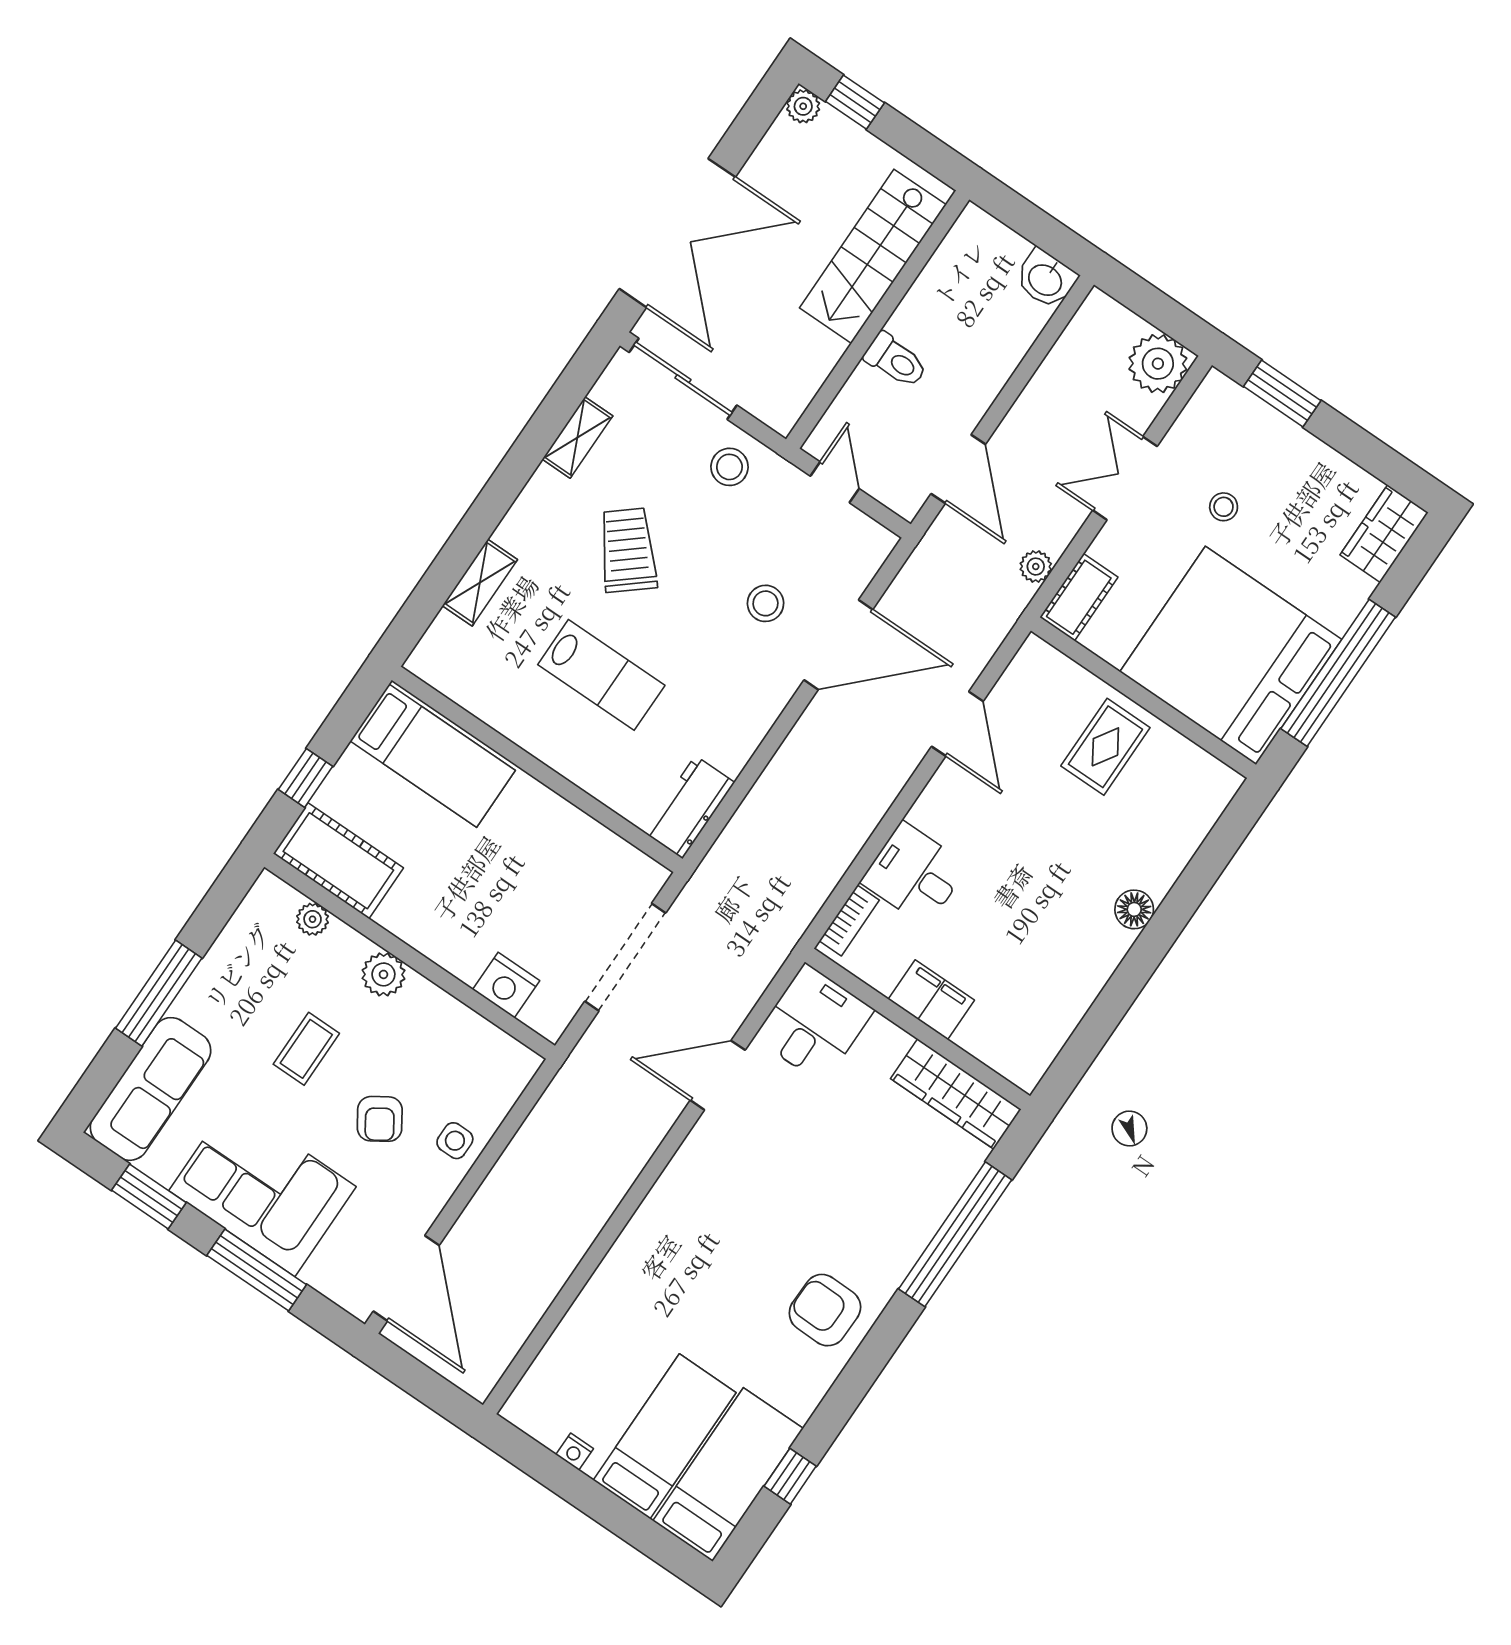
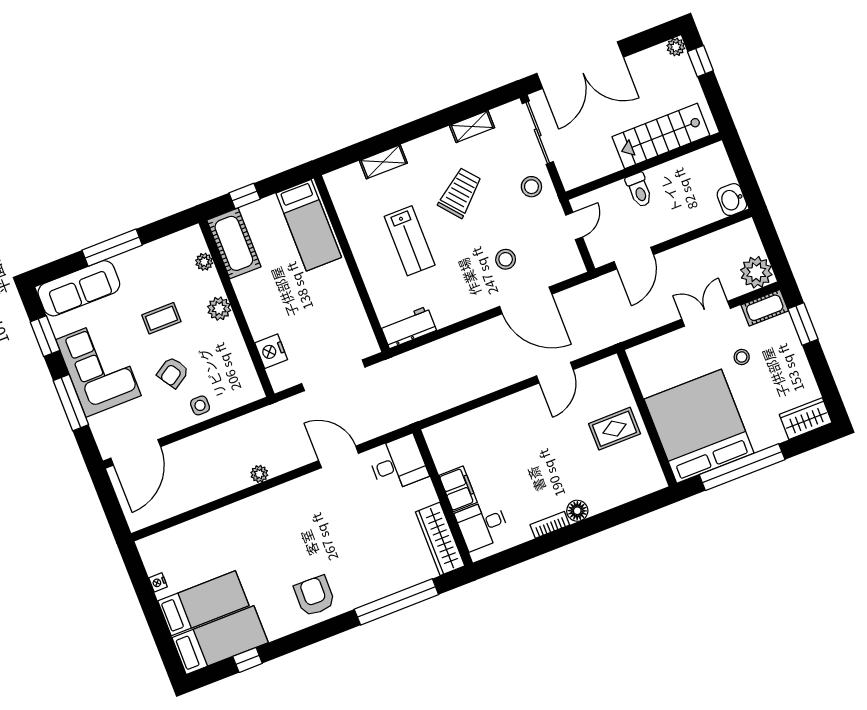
plant: (1036, 567) -> (259, 474), moved
cot: (1079, 597) -> (765, 308), moved
desk: (914, 874) -> (482, 525), moved, turned -90
bookcase: (849, 920) -> (550, 525), moved, turned 180

